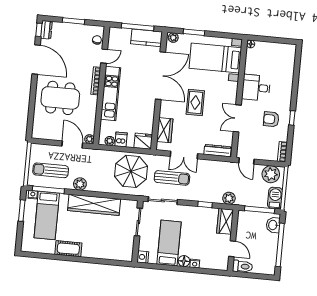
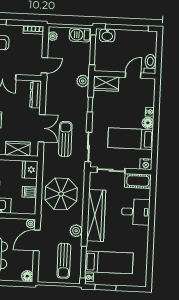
floor lamp: (37, 133) -> (27, 276), added
plant: (110, 141) -> (31, 203), removed
parasol: (131, 171) -> (61, 194), moved
plant: (271, 174) -> (53, 36), width x0.53, depth x0.53
desk: (96, 244) -> (136, 212), added
cot: (68, 249) -> (138, 181), moved, turned 90

